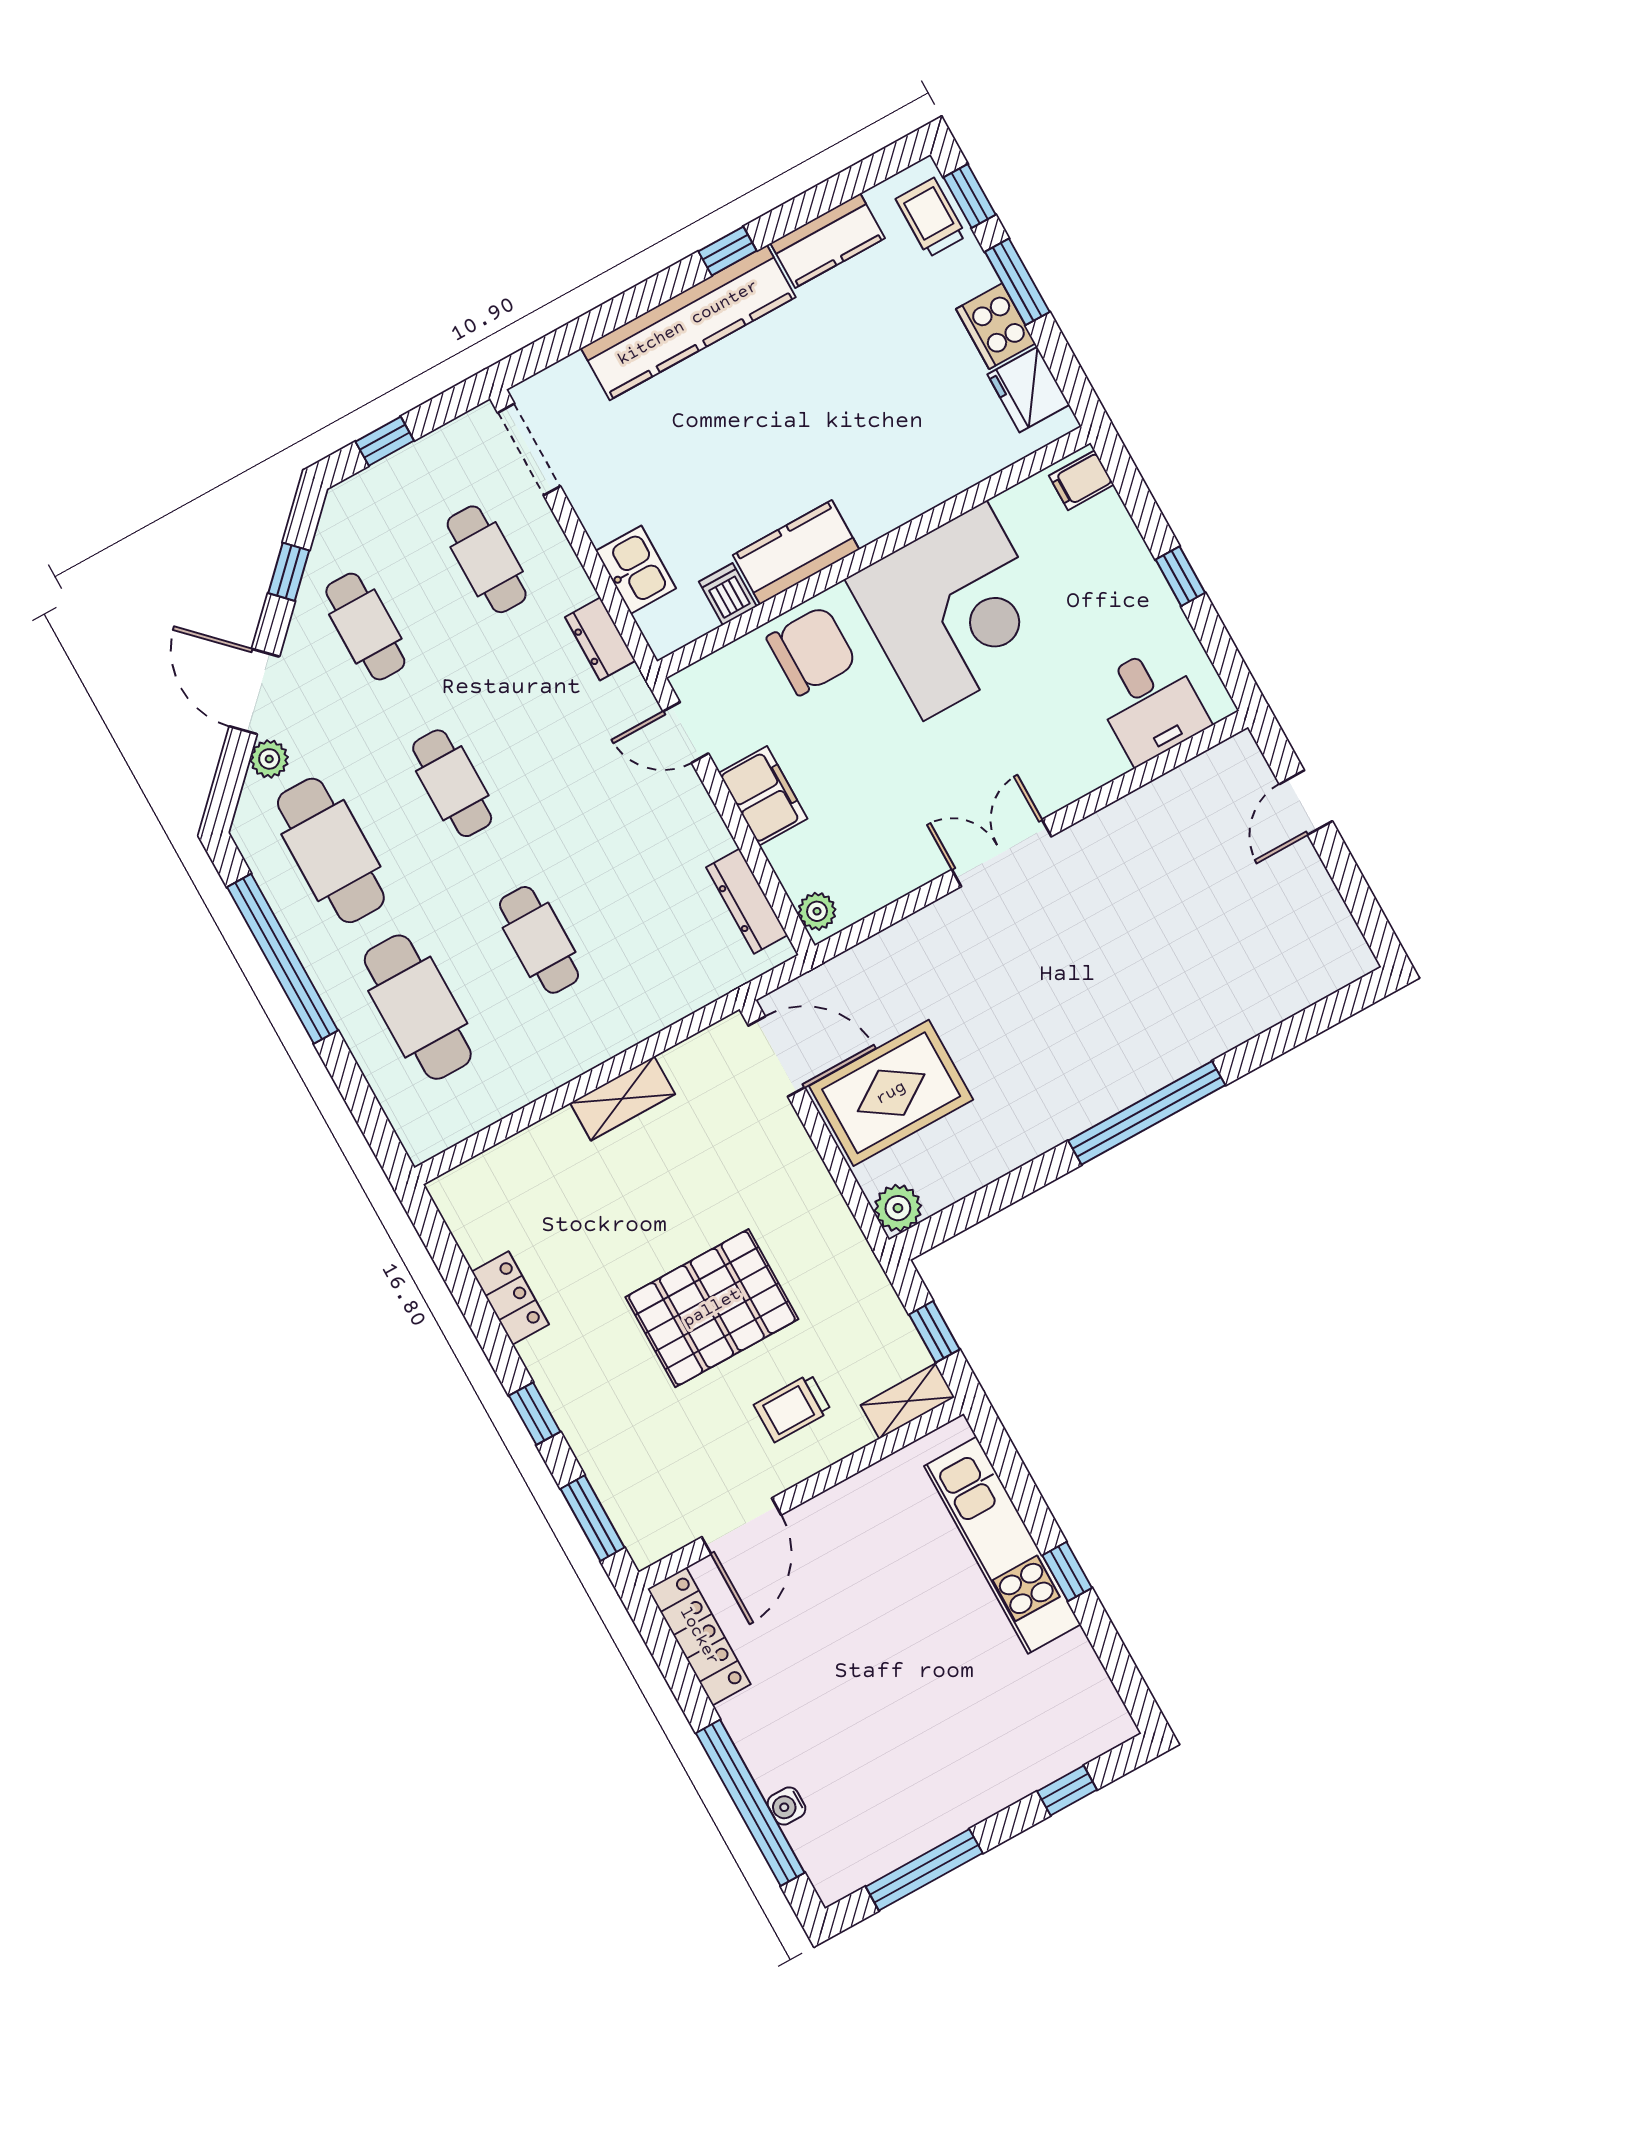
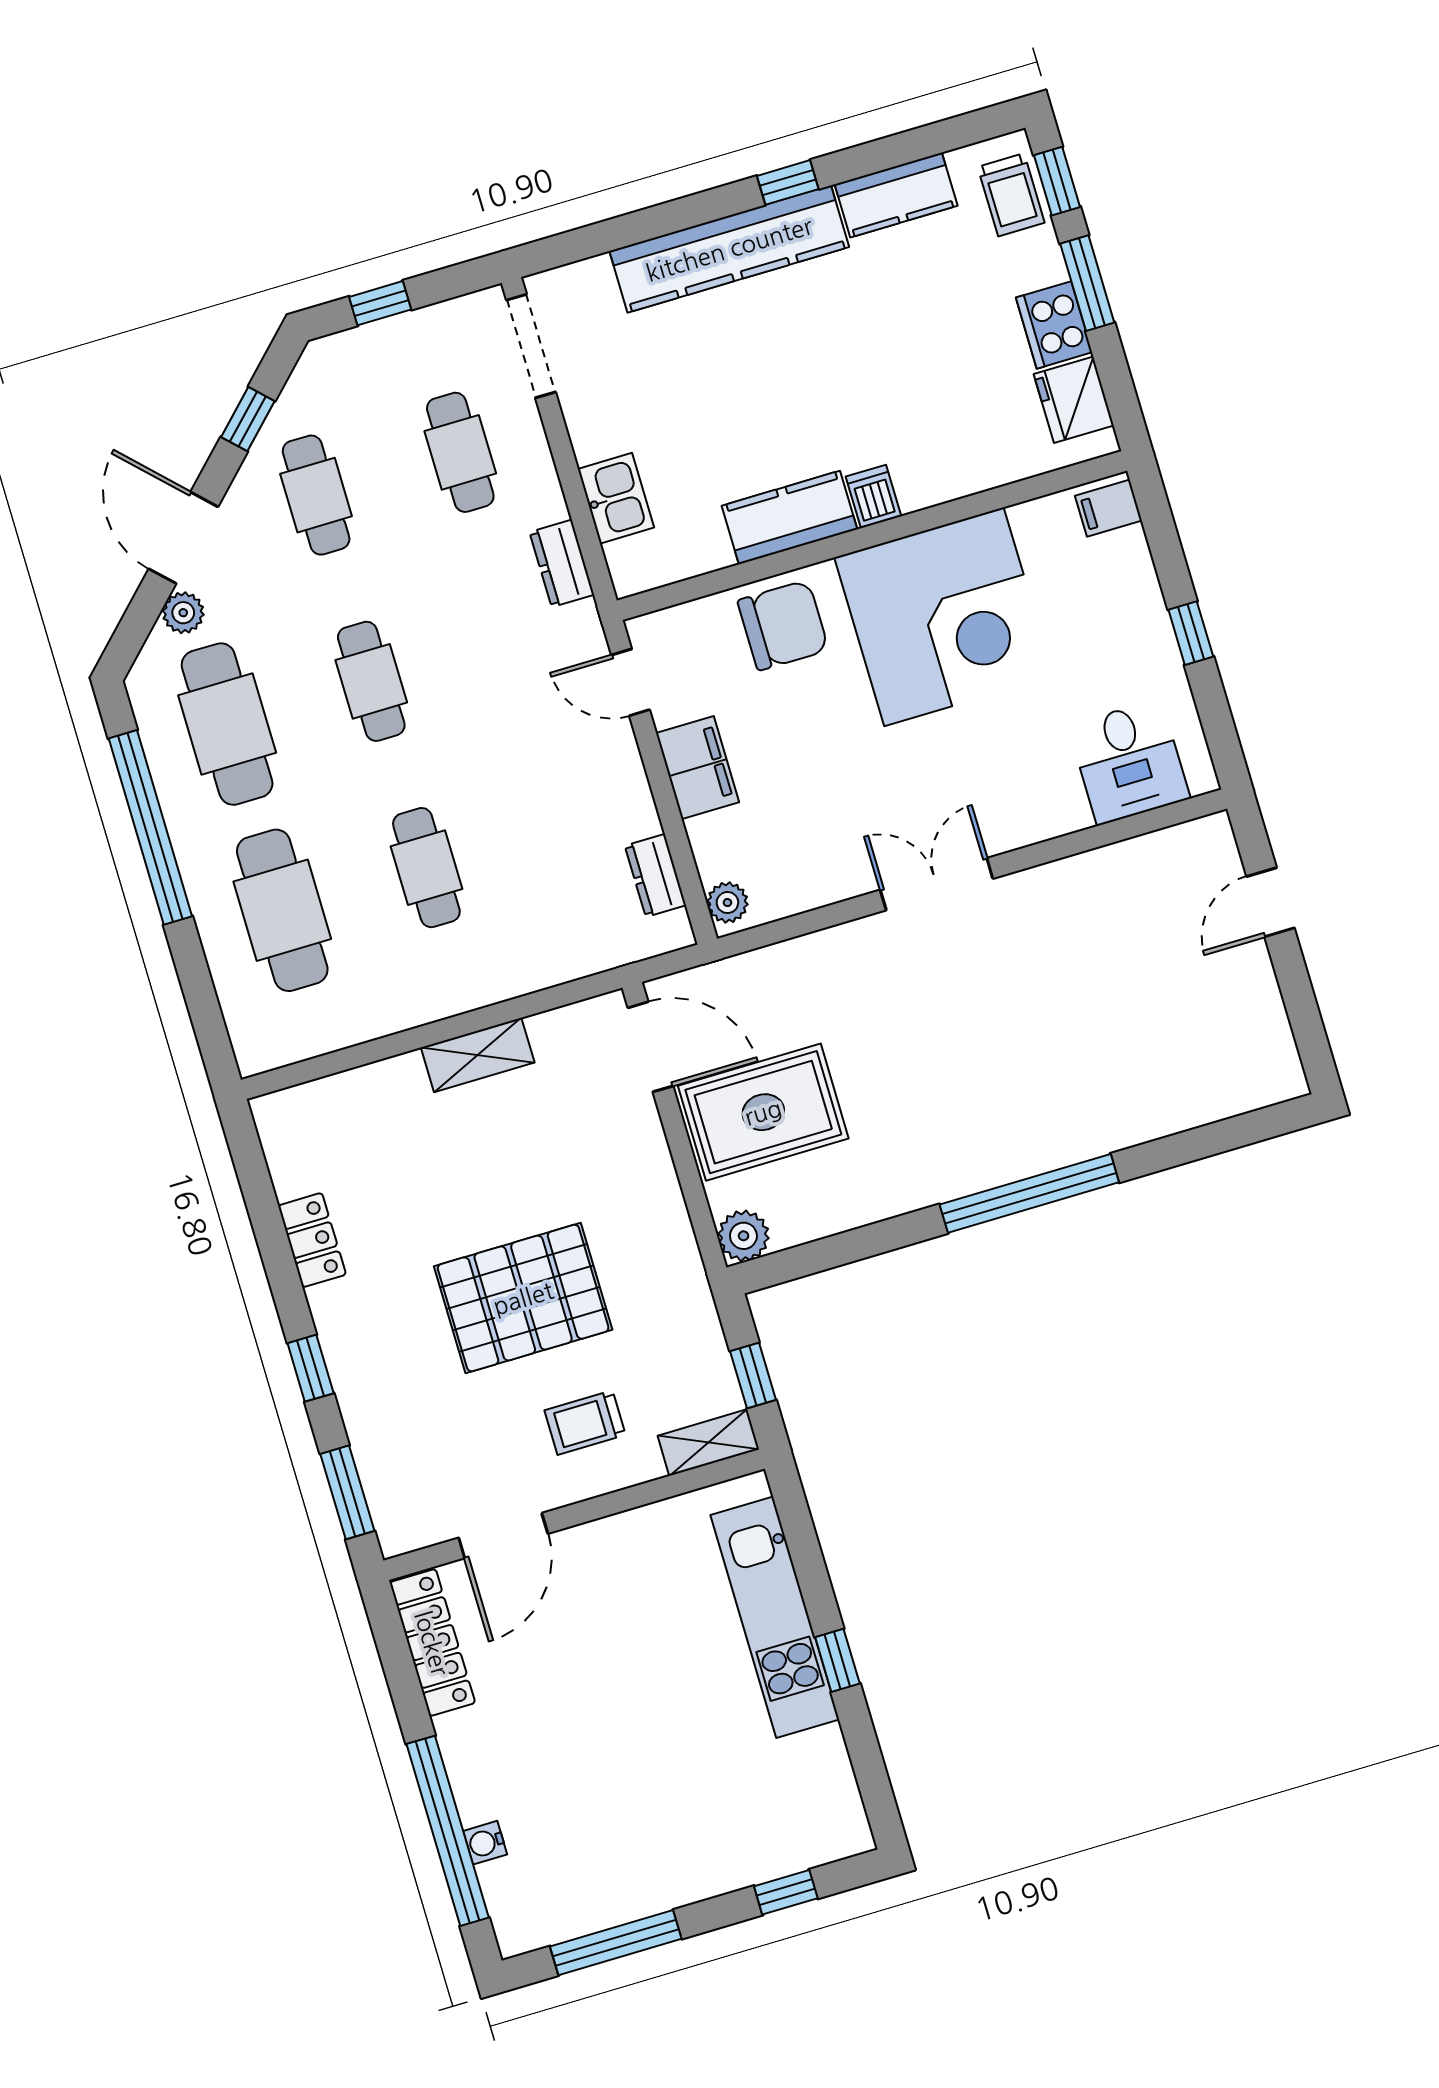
trolley: (931, 218) -> (1011, 195), turned 180
dishwasher: (728, 594) -> (874, 497), moved
dresser: (747, 901) -> (655, 875), width x0.70

